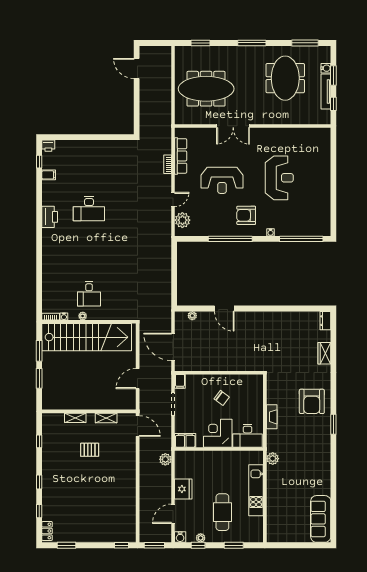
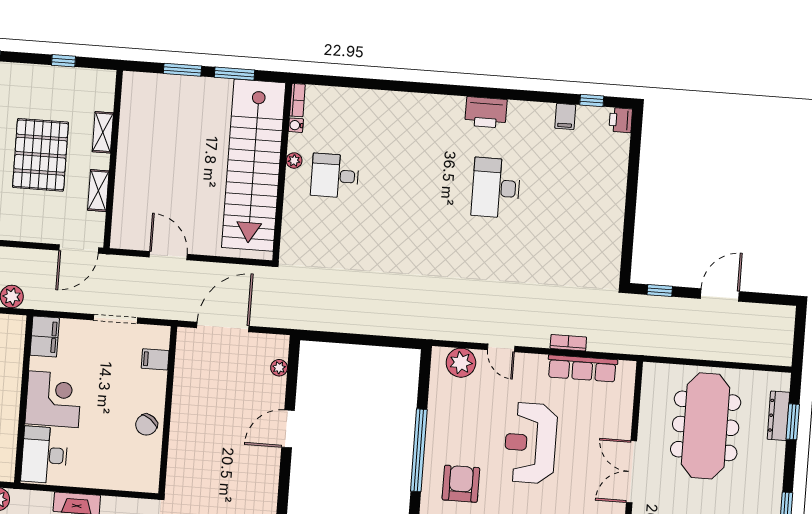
dresser: (198, 51) -> (778, 416), added
door: (137, 68) -> (720, 295), moved
window: (137, 118) -> (660, 290), added
filing cabinet: (180, 381) -> (155, 359), moved
chair: (222, 398) -> (146, 425), moved
pallet: (90, 450) -> (40, 155), width x2.05, depth x2.00

